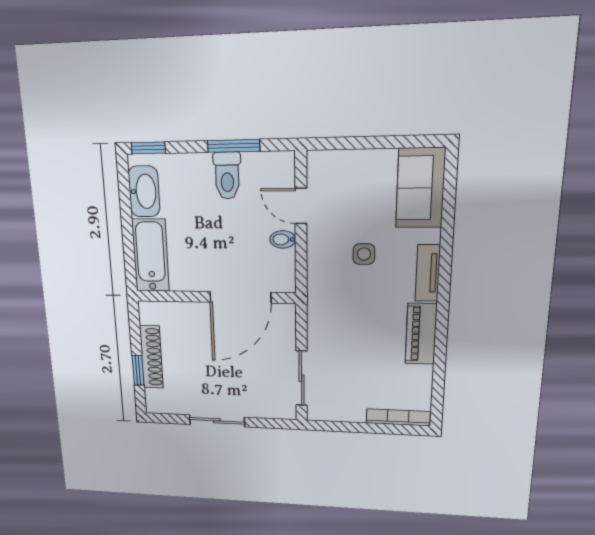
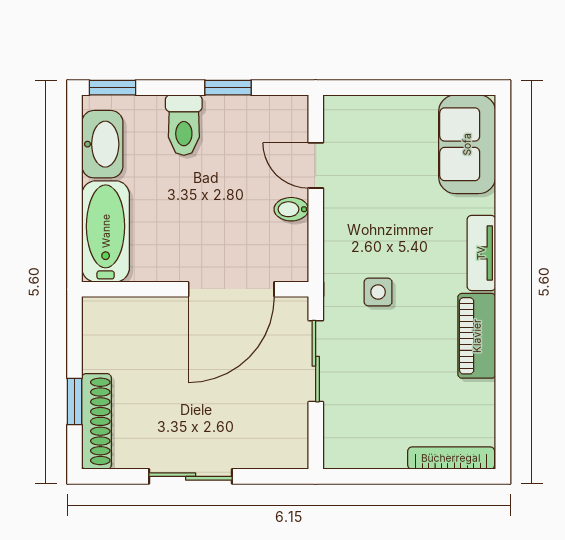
window: (234, 146) -> (228, 88), width x0.67
toilet: (227, 176) -> (184, 125), moved
side table: (364, 254) -> (378, 292), moved
shoe rack: (151, 357) -> (96, 421), moved
sliding door: (302, 378) -> (316, 361), moved

